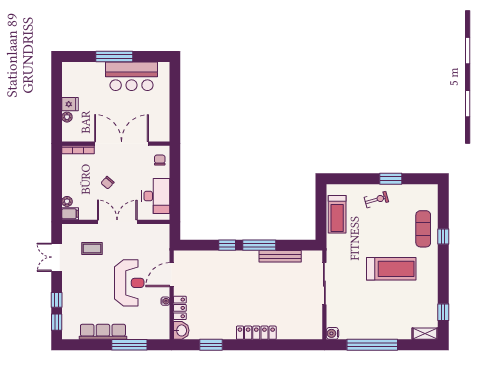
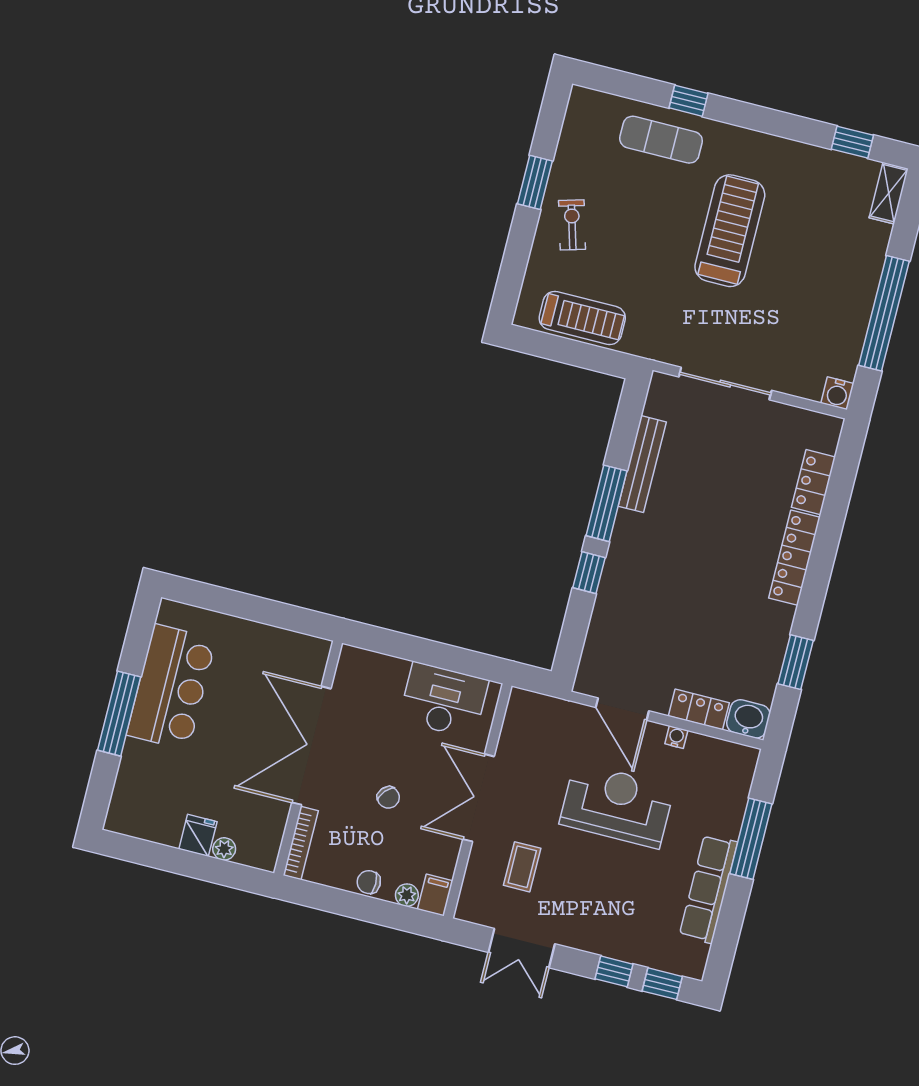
chair: (160, 160) -> (369, 882), moved
locker: (291, 333) -> (813, 482), added

